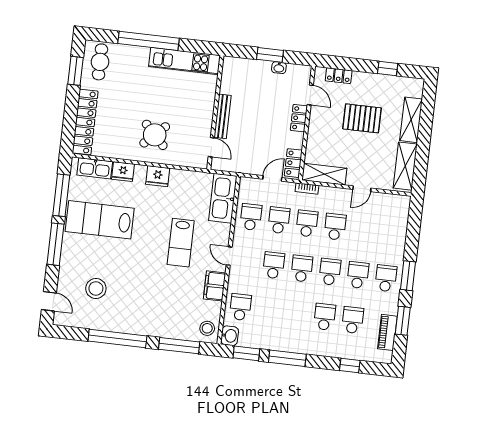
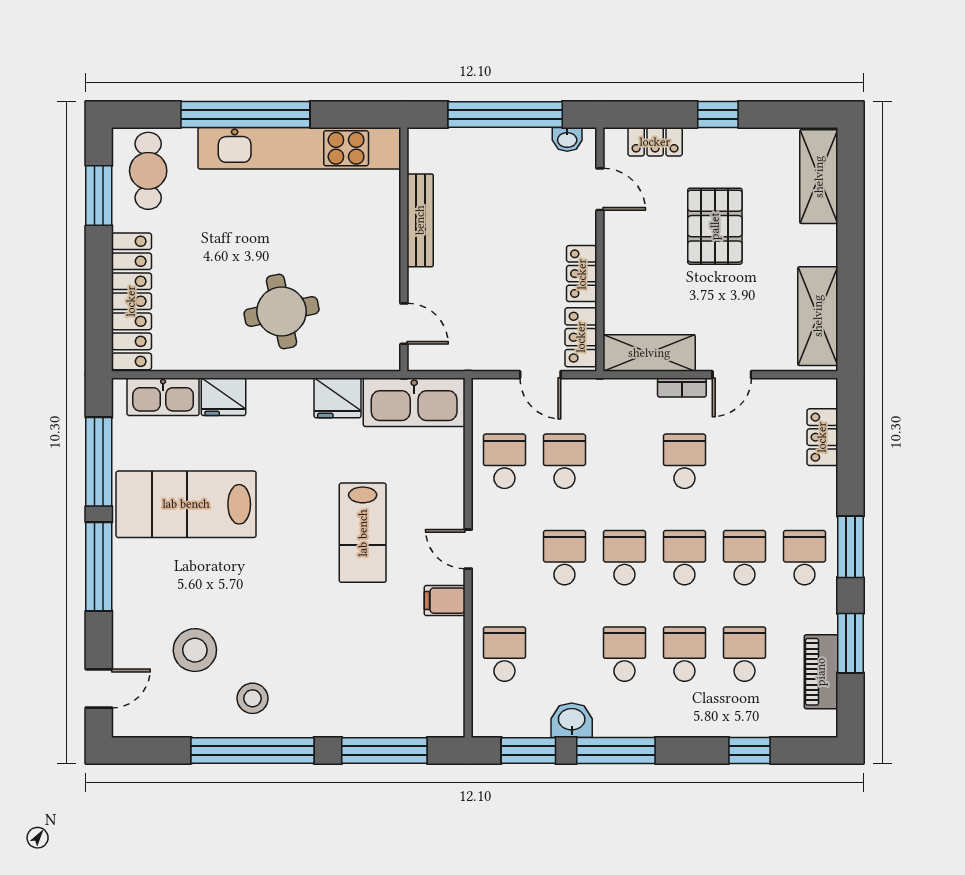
window: (270, 55) -> (505, 114), width x2.11
kitchen unit: (185, 61) -> (299, 148), width x1.36
washbasin: (279, 68) -> (567, 139), moved
window: (388, 68) -> (718, 114), moved
bench: (223, 116) -> (420, 220), moved
locker: (299, 118) -> (582, 274), moved
pallet: (362, 118) -> (715, 226), turned 90
shelving: (411, 120) -> (819, 177), moved
round table: (155, 135) -> (282, 311), turned 33
fridge: (158, 176) -> (337, 398), moved
door: (272, 178) -> (540, 375), swing flipped
bookcase: (307, 188) -> (682, 387), moved
kitchen sink: (223, 198) -> (414, 402), moved, turned -90
school desk: (307, 223) -> (624, 654), moved
locker: (401, 223) -> (822, 437), added
filing cabinet: (215, 286) -> (445, 601), width x0.50
door: (49, 301) -> (99, 688), hinge flipped
stool: (207, 328) -> (253, 698), moved
washbasin: (230, 336) -> (572, 720), moved, turned -90

